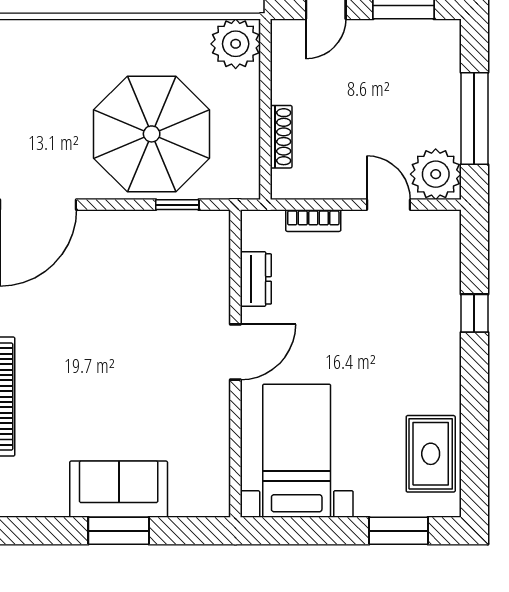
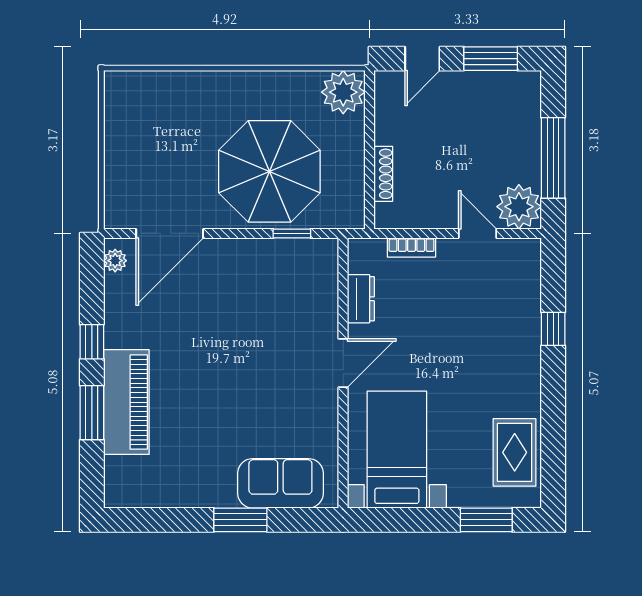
sofa: (119, 489) -> (280, 483), moved

